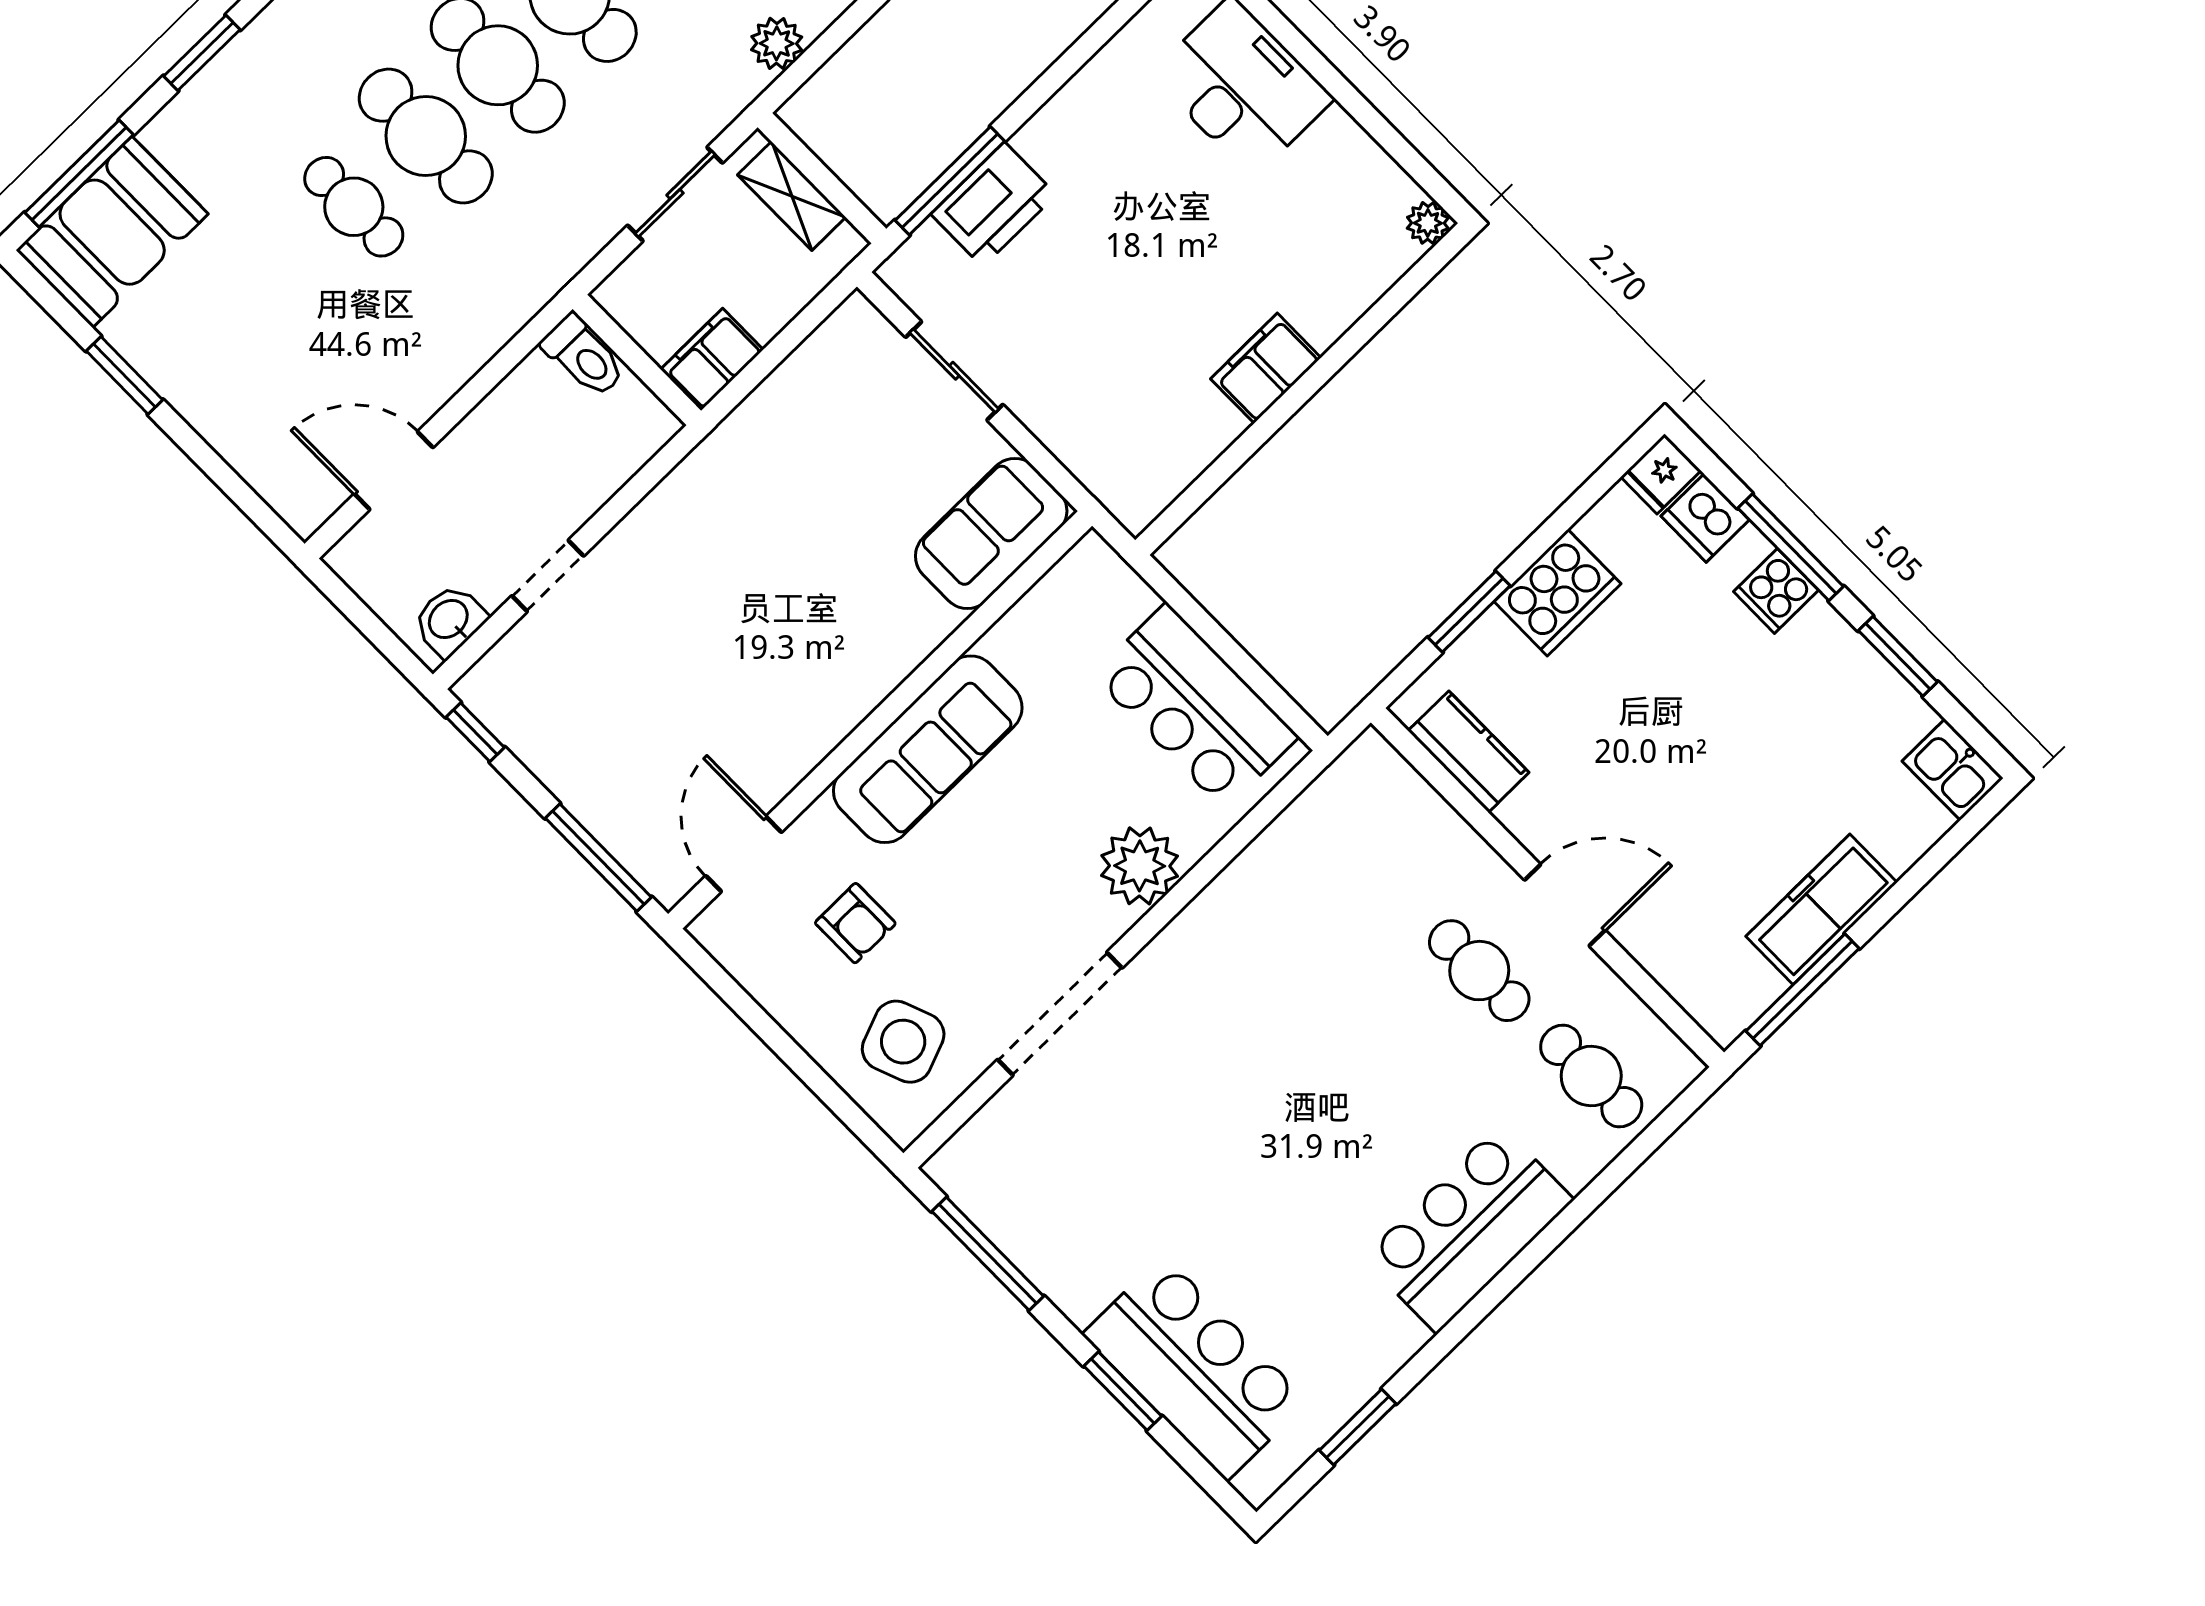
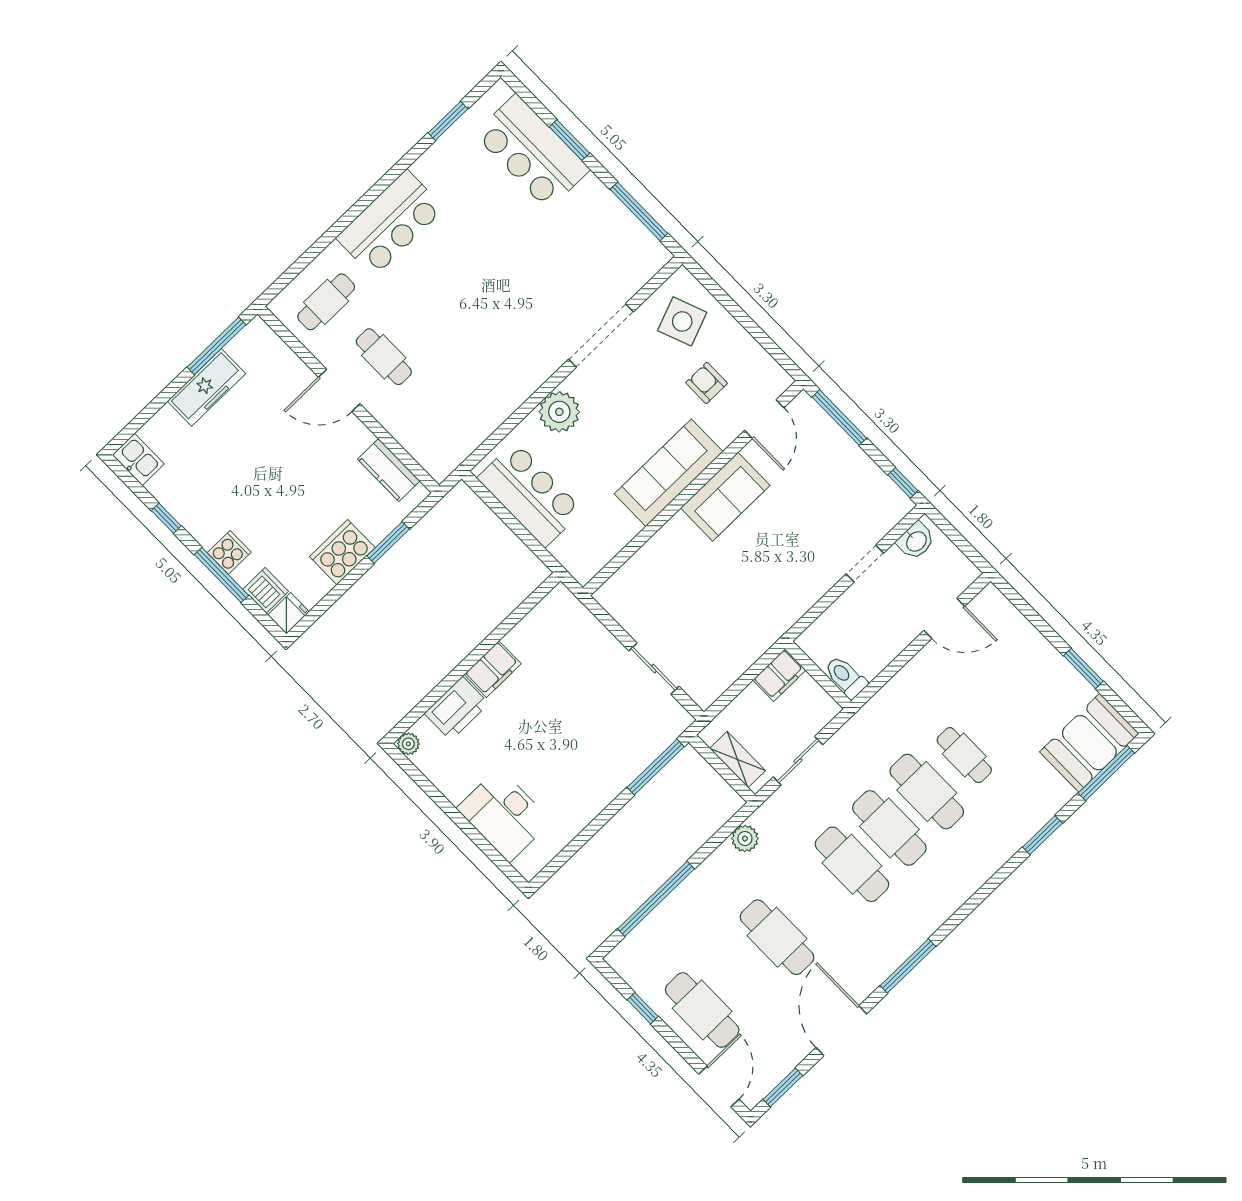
printer: (993, 204) -> (457, 708), moved, turned 180
sofa: (991, 534) -> (725, 497), moved
window: (1898, 656) -> (166, 518), width x0.67
cafe table: (1591, 1076) -> (326, 302), turned 90

